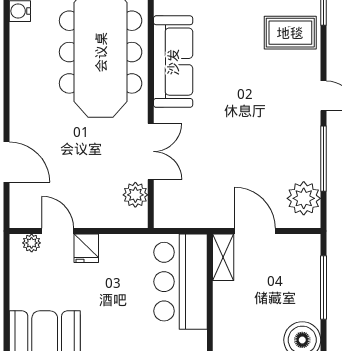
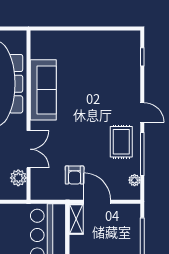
rug: (290, 33) -> (121, 142), moved, turned 90
armchair: (221, 191) -> (75, 175), added
plant: (304, 198) -> (135, 180), width x0.53, depth x0.53

